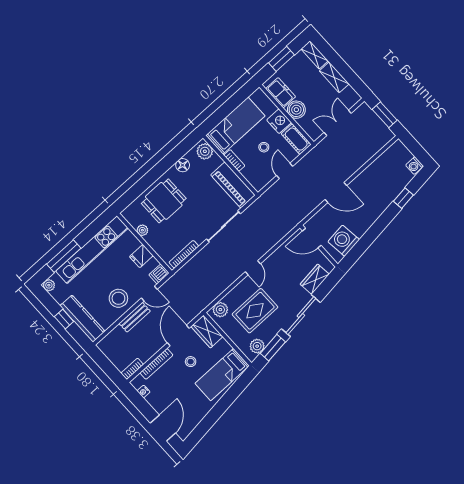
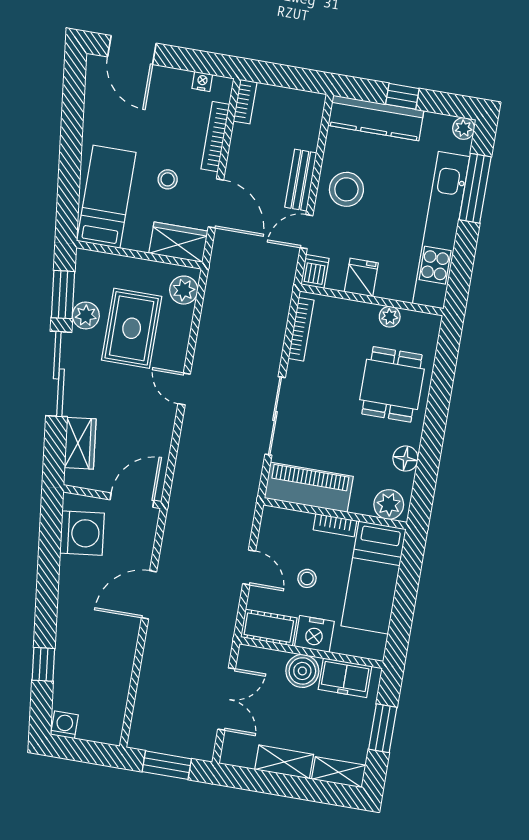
plant: (257, 346) -> (86, 315), moved

